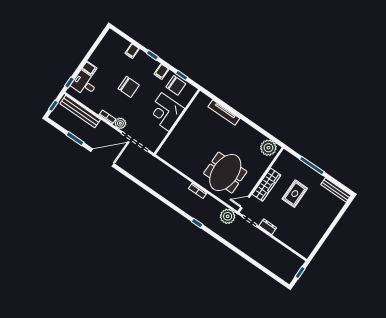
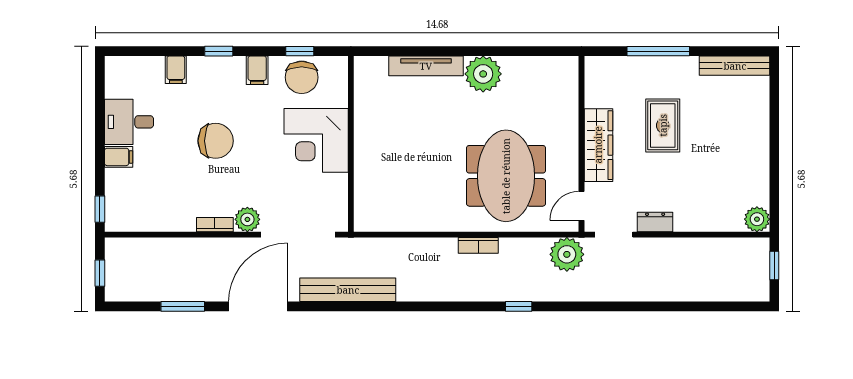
desk: (84, 84) -> (129, 122), moved
chair: (176, 85) -> (302, 77), turned 90
bench: (80, 112) -> (348, 290), moved
plant: (268, 148) -> (483, 74), moved
plant: (305, 251) -> (757, 219), added

